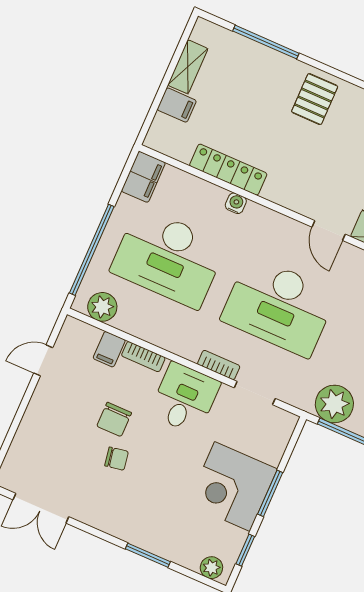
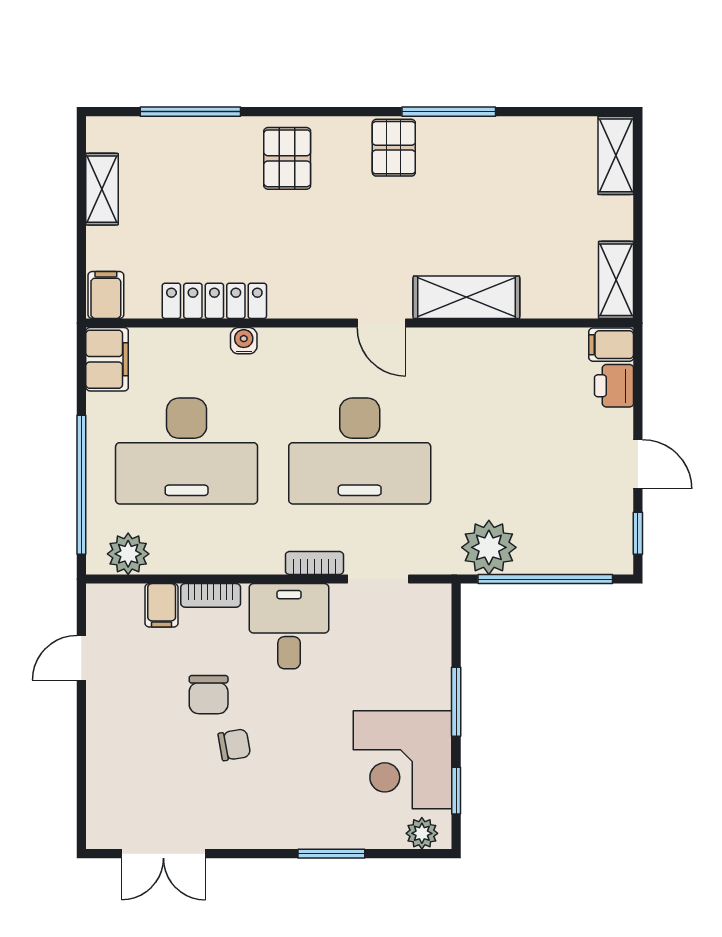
filing cabinet: (177, 105) -> (106, 295), moved, turned -90
corner desk: (232, 487) -> (402, 760), moved

